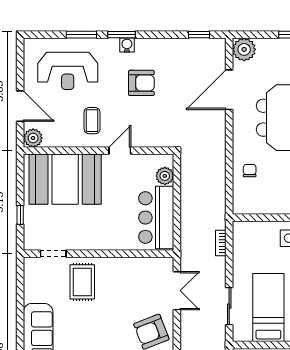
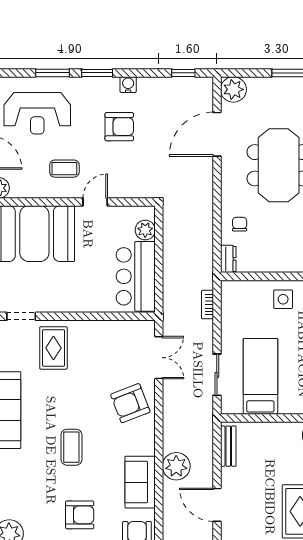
water cooler: (127, 45) -> (128, 85), moved
coffee table: (92, 121) -> (64, 169), turned 90
dresser: (239, 202) -> (228, 259), added

